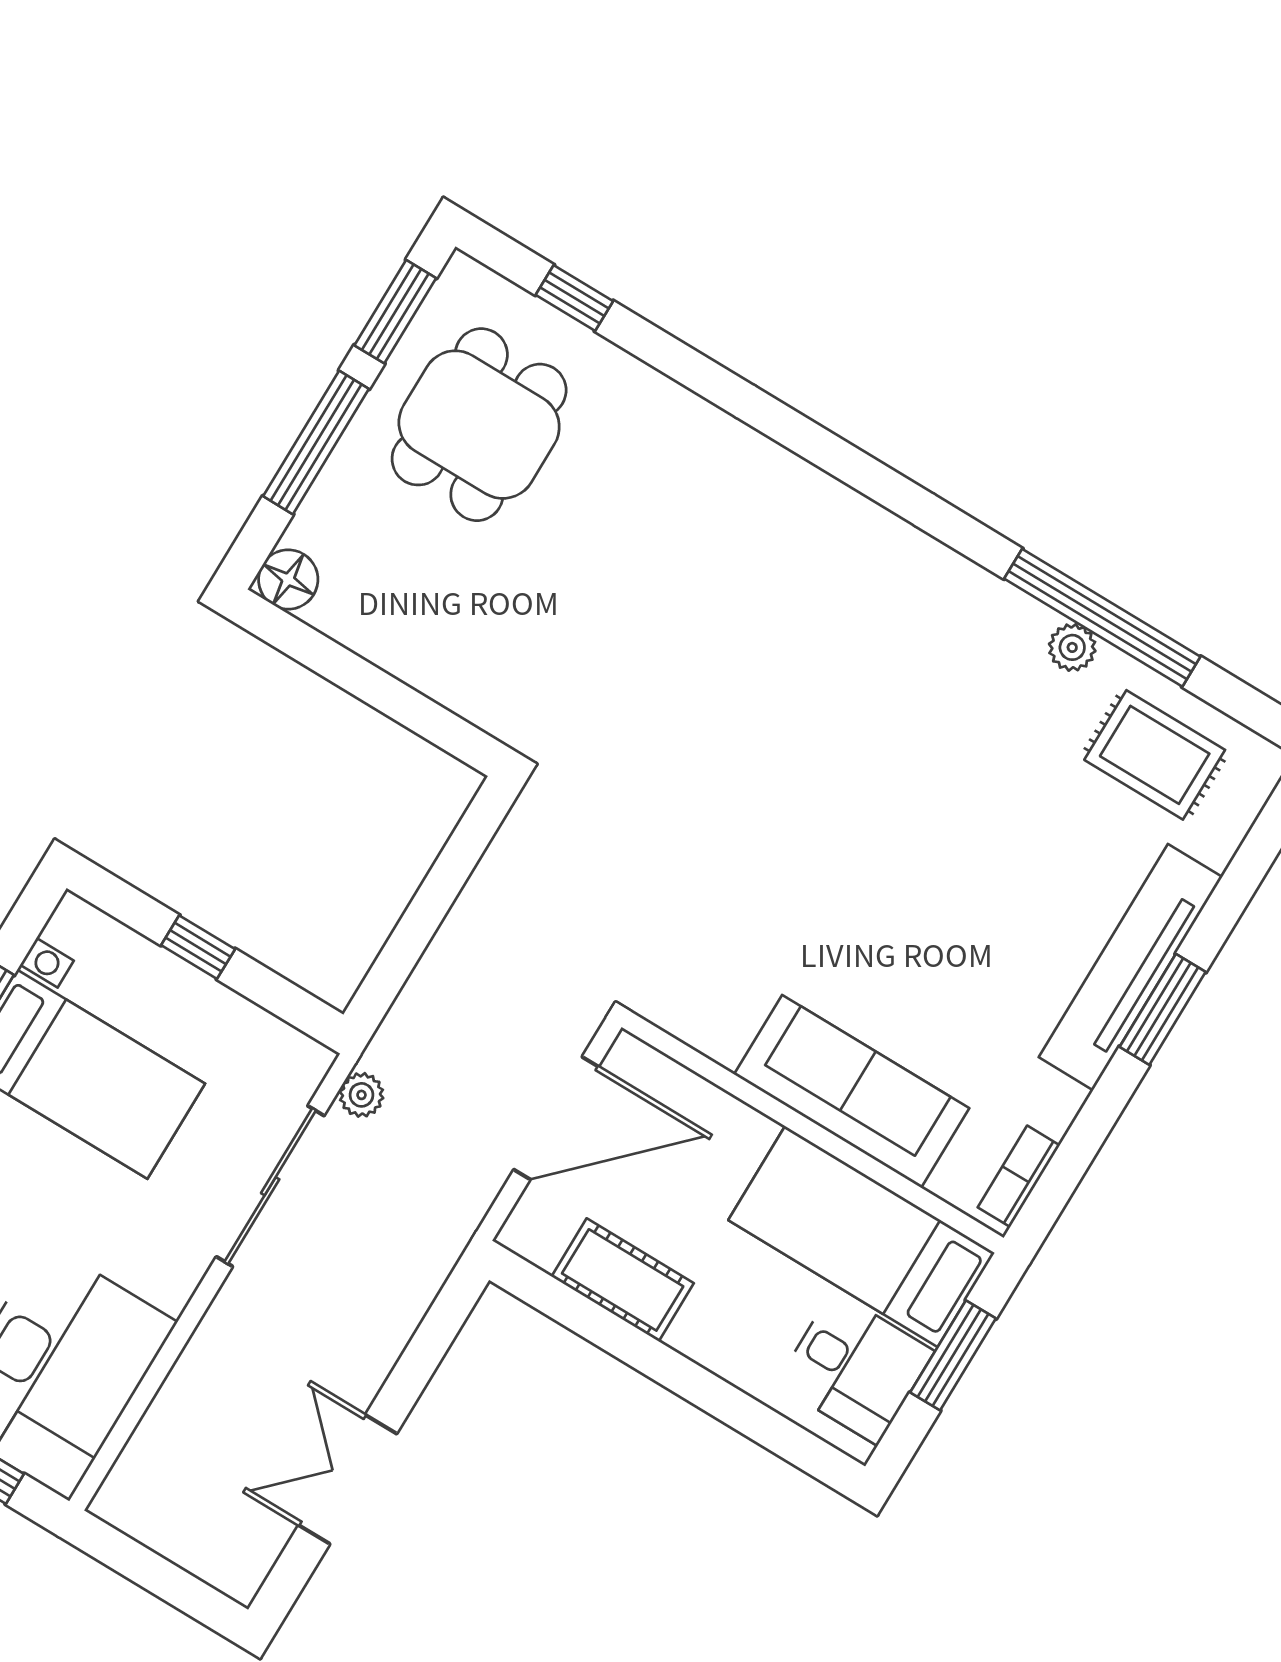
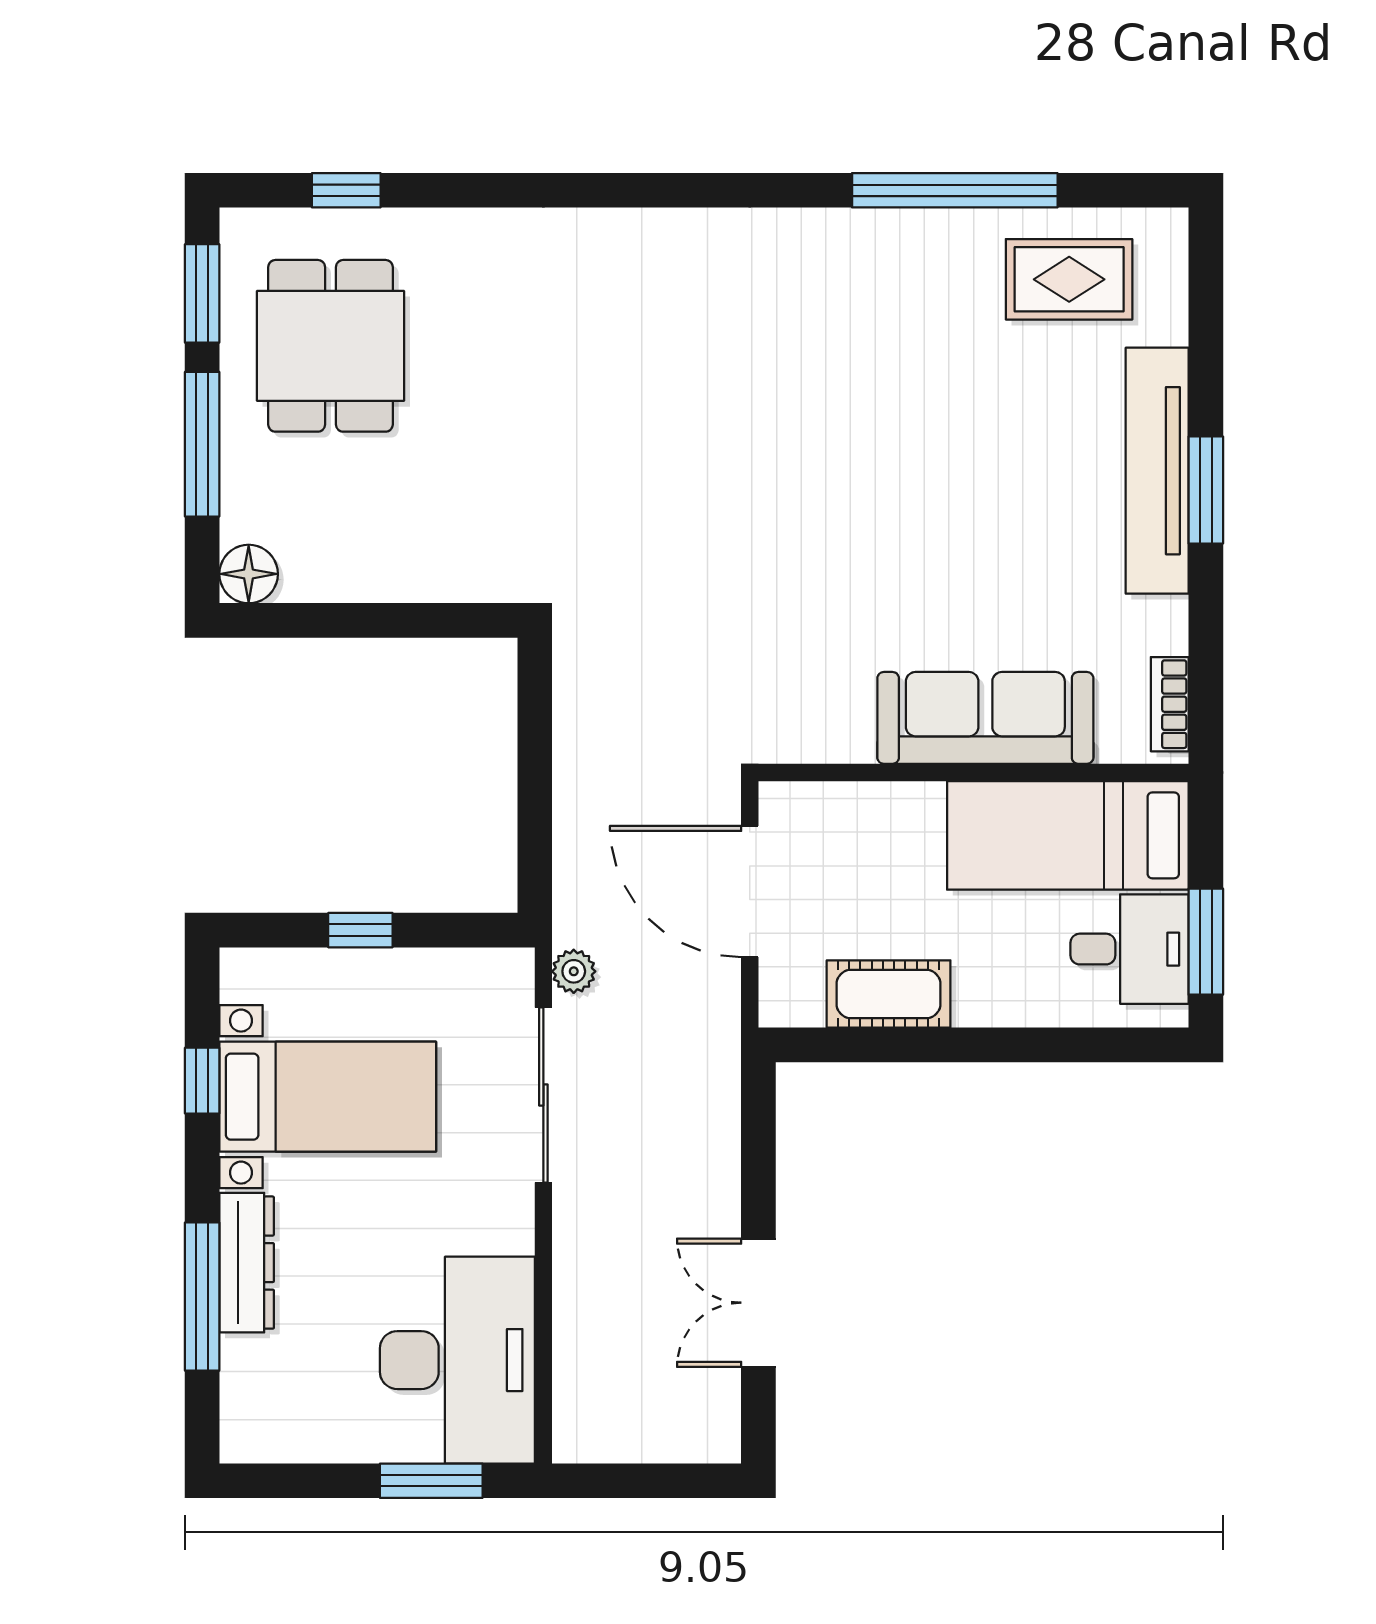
plant: (1072, 647) -> (945, 231), removed
door: (556, 1118) -> (750, 891), swing flipped
window: (953, 1355) -> (1206, 942), moved

